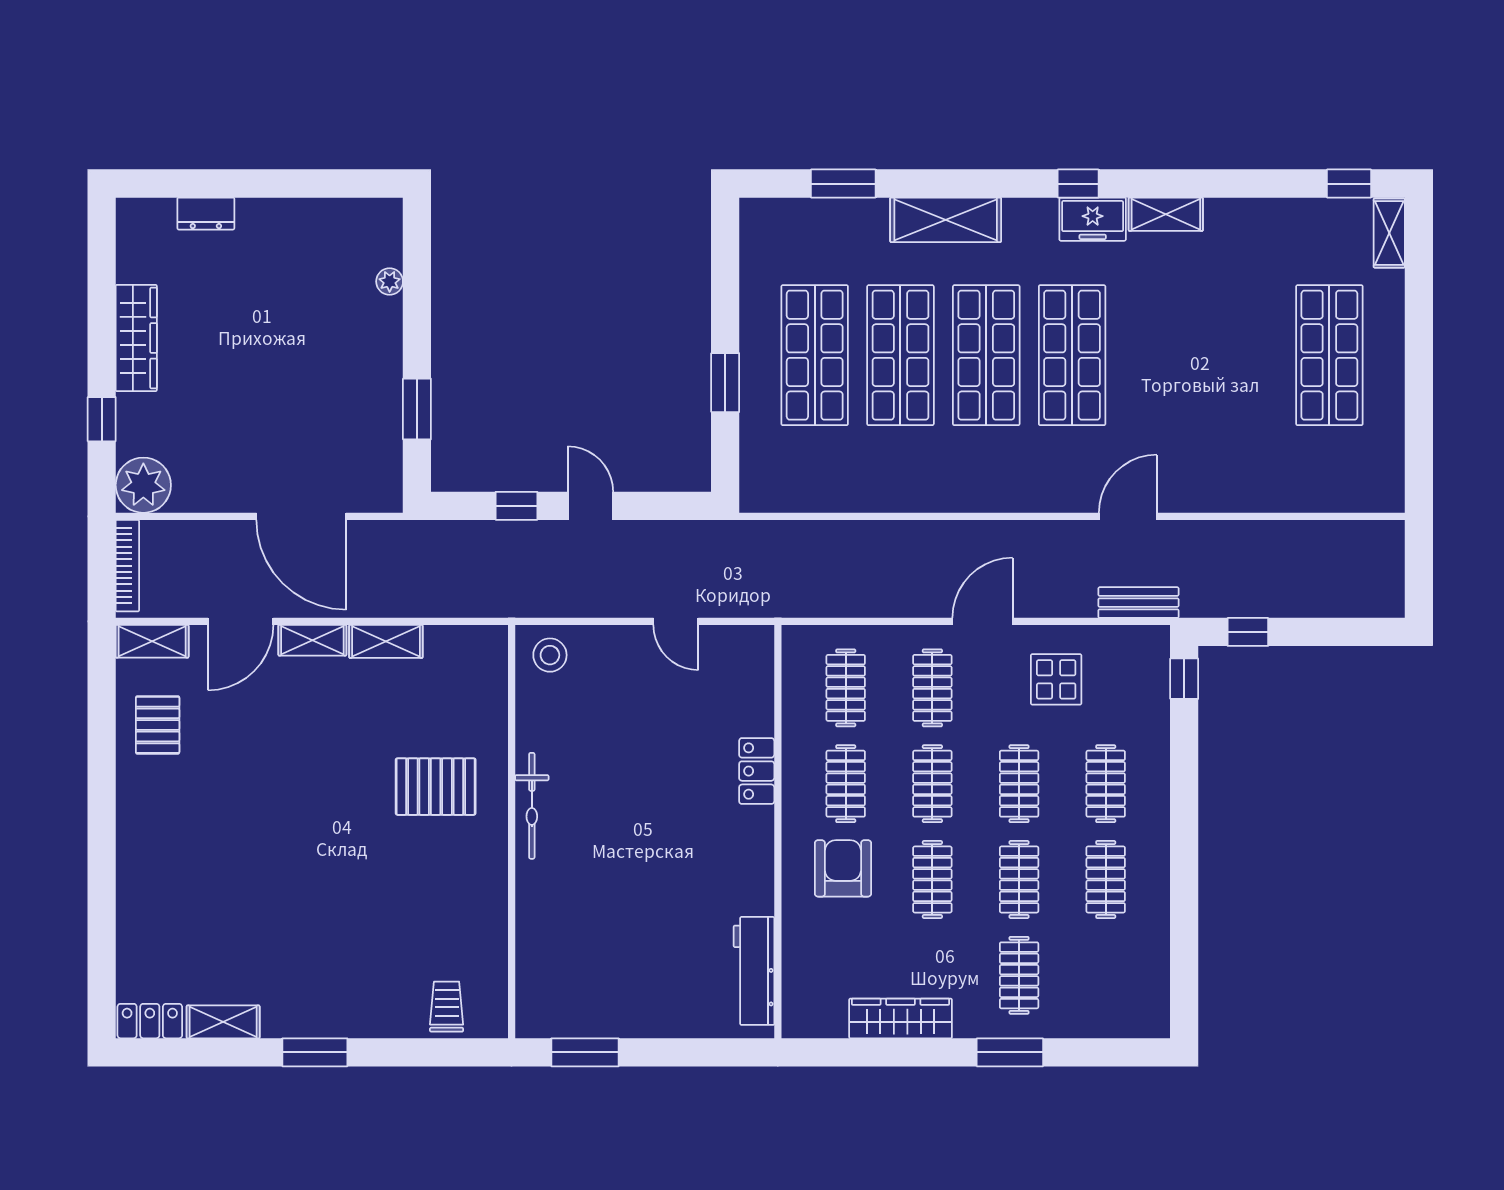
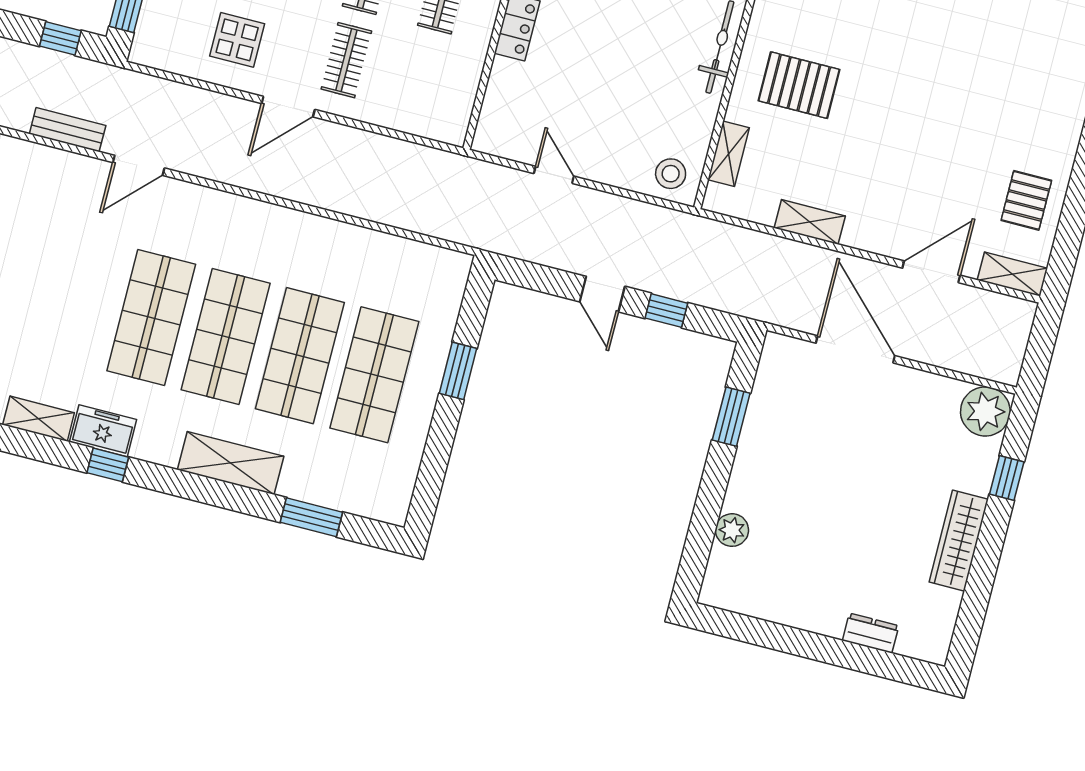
plant: (390, 281) -> (732, 530), width x1.38, depth x1.38
bookcase: (127, 566) -> (1017, 345), removed
bench: (1138, 603) -> (68, 130), moved
shelving: (312, 640) -> (729, 154), moved, turned 90
clothes rail: (846, 688) -> (421, 79), removed

